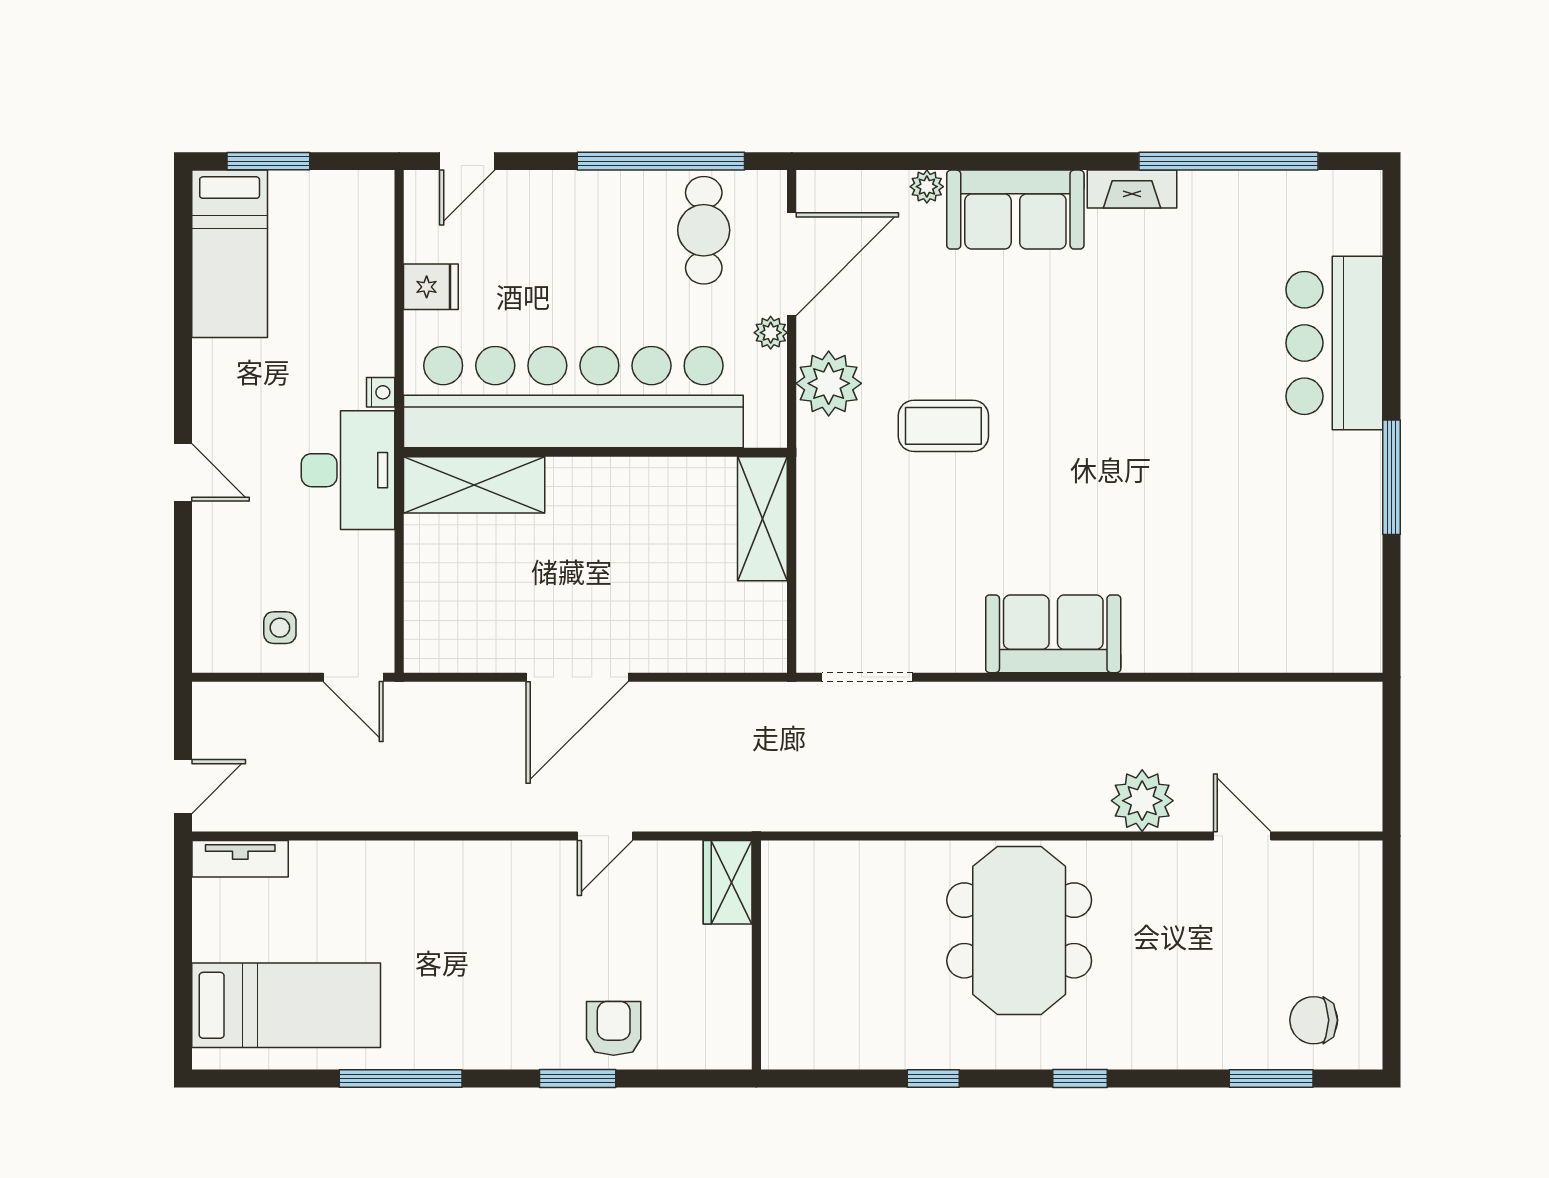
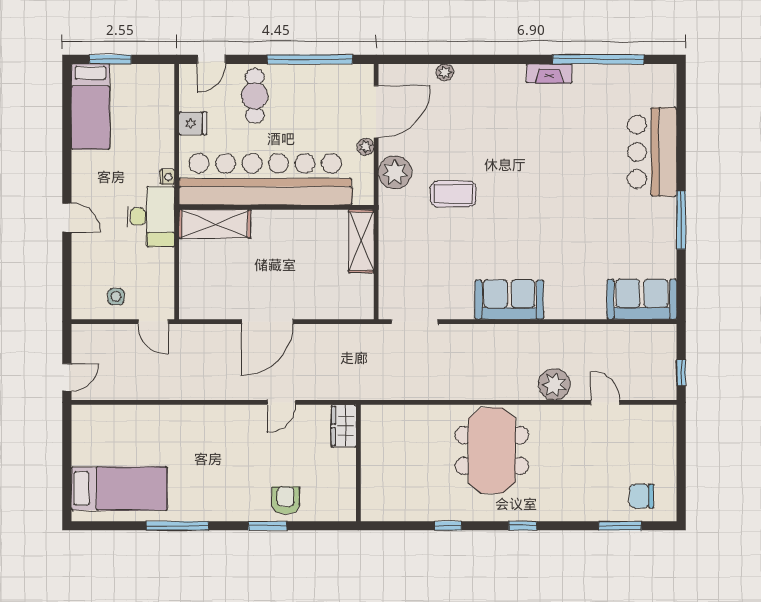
sofa: (1015, 210) -> (642, 299), moved, turned 180
cafe table: (704, 230) -> (255, 96), moved
window: (1391, 778) -> (681, 373), added
tv unit: (240, 859) -> (96, 414), removed

